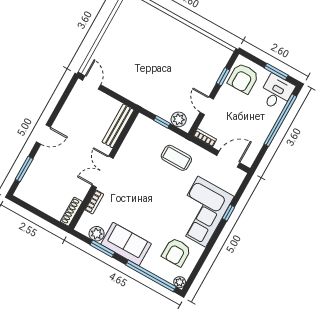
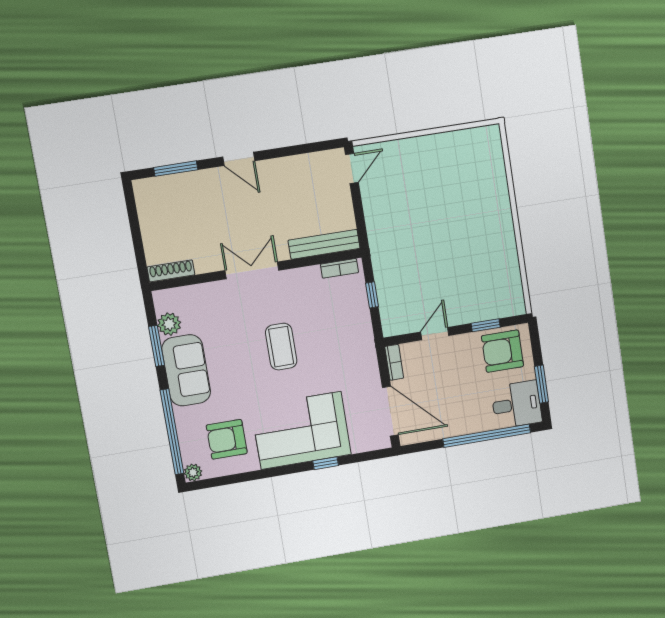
plant: (179, 119) -> (391, 313), removed
coffee table: (176, 158) -> (281, 347), moved
door: (228, 159) -> (390, 411), width x1.36
bookcase: (94, 202) -> (339, 268), moved

